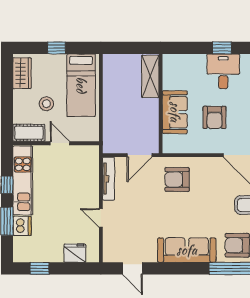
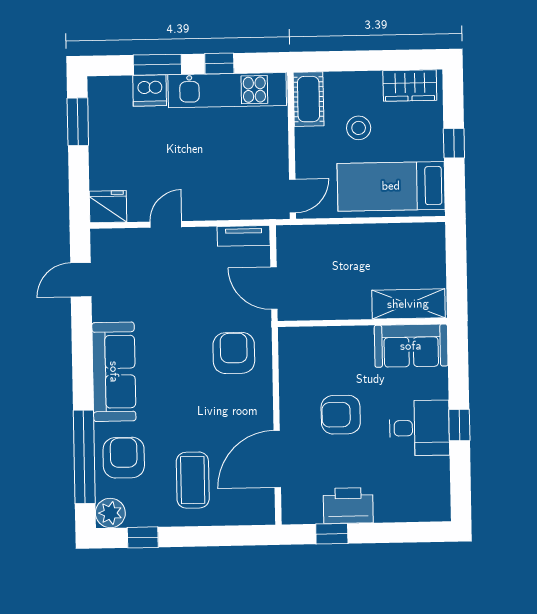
sofa: (175, 112) -> (411, 346), moved
door: (60, 143) -> (293, 196), moved
tv unit: (109, 179) -> (244, 236), width x0.71
fridge: (75, 253) -> (108, 207), moved, turned -90
window: (40, 268) -> (78, 122), width x1.50

